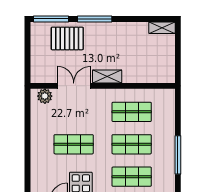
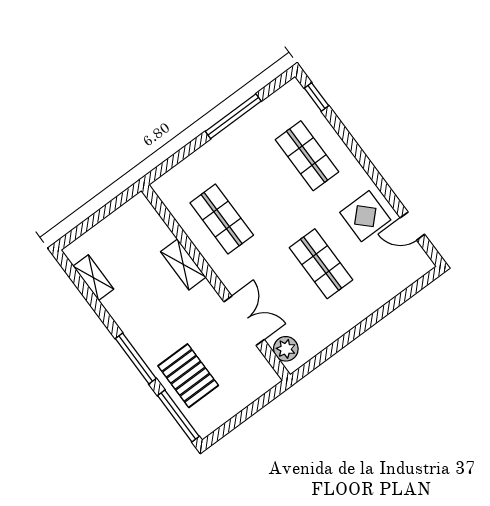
shelving: (162, 28) -> (93, 278), moved
shelving: (107, 76) -> (183, 264), moved
double door: (74, 86) -> (244, 321), swing flipped
shop shelf: (132, 144) -> (264, 187), removed

